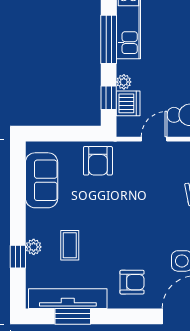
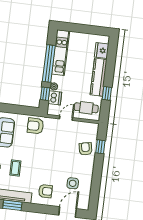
window: (109, 39) -> (49, 63), width x1.46
armchair: (98, 161) -> (35, 126), turned 90

